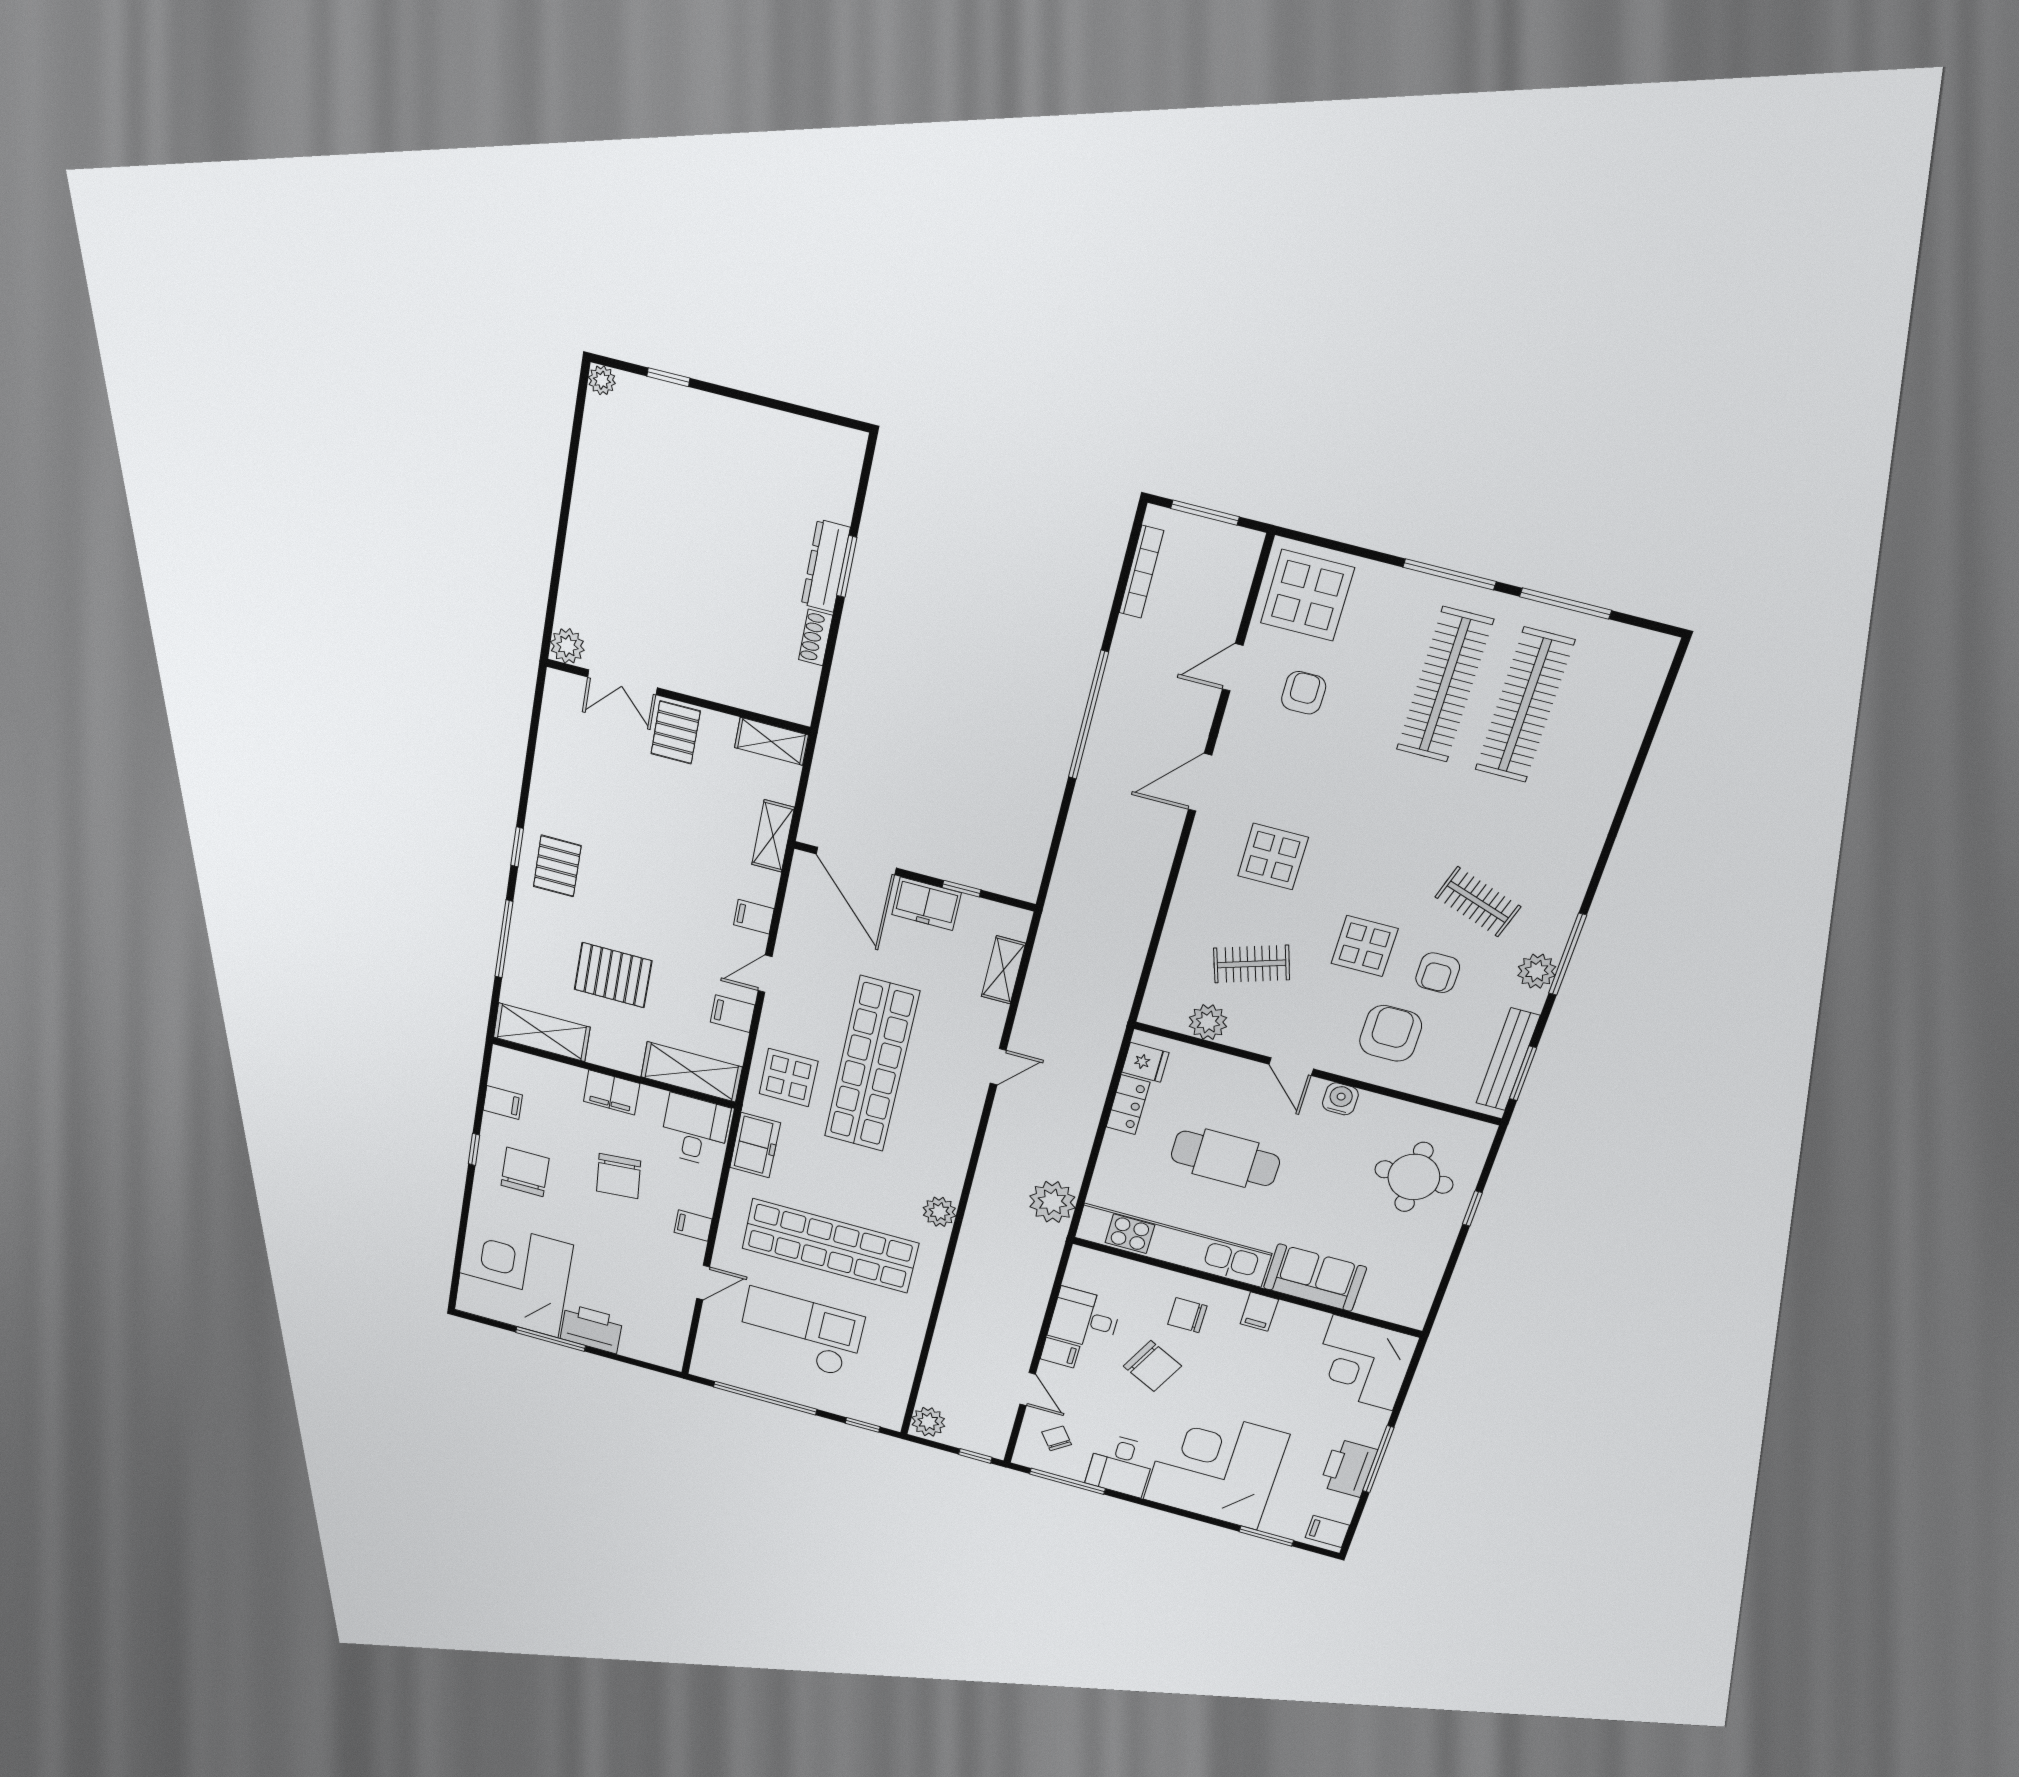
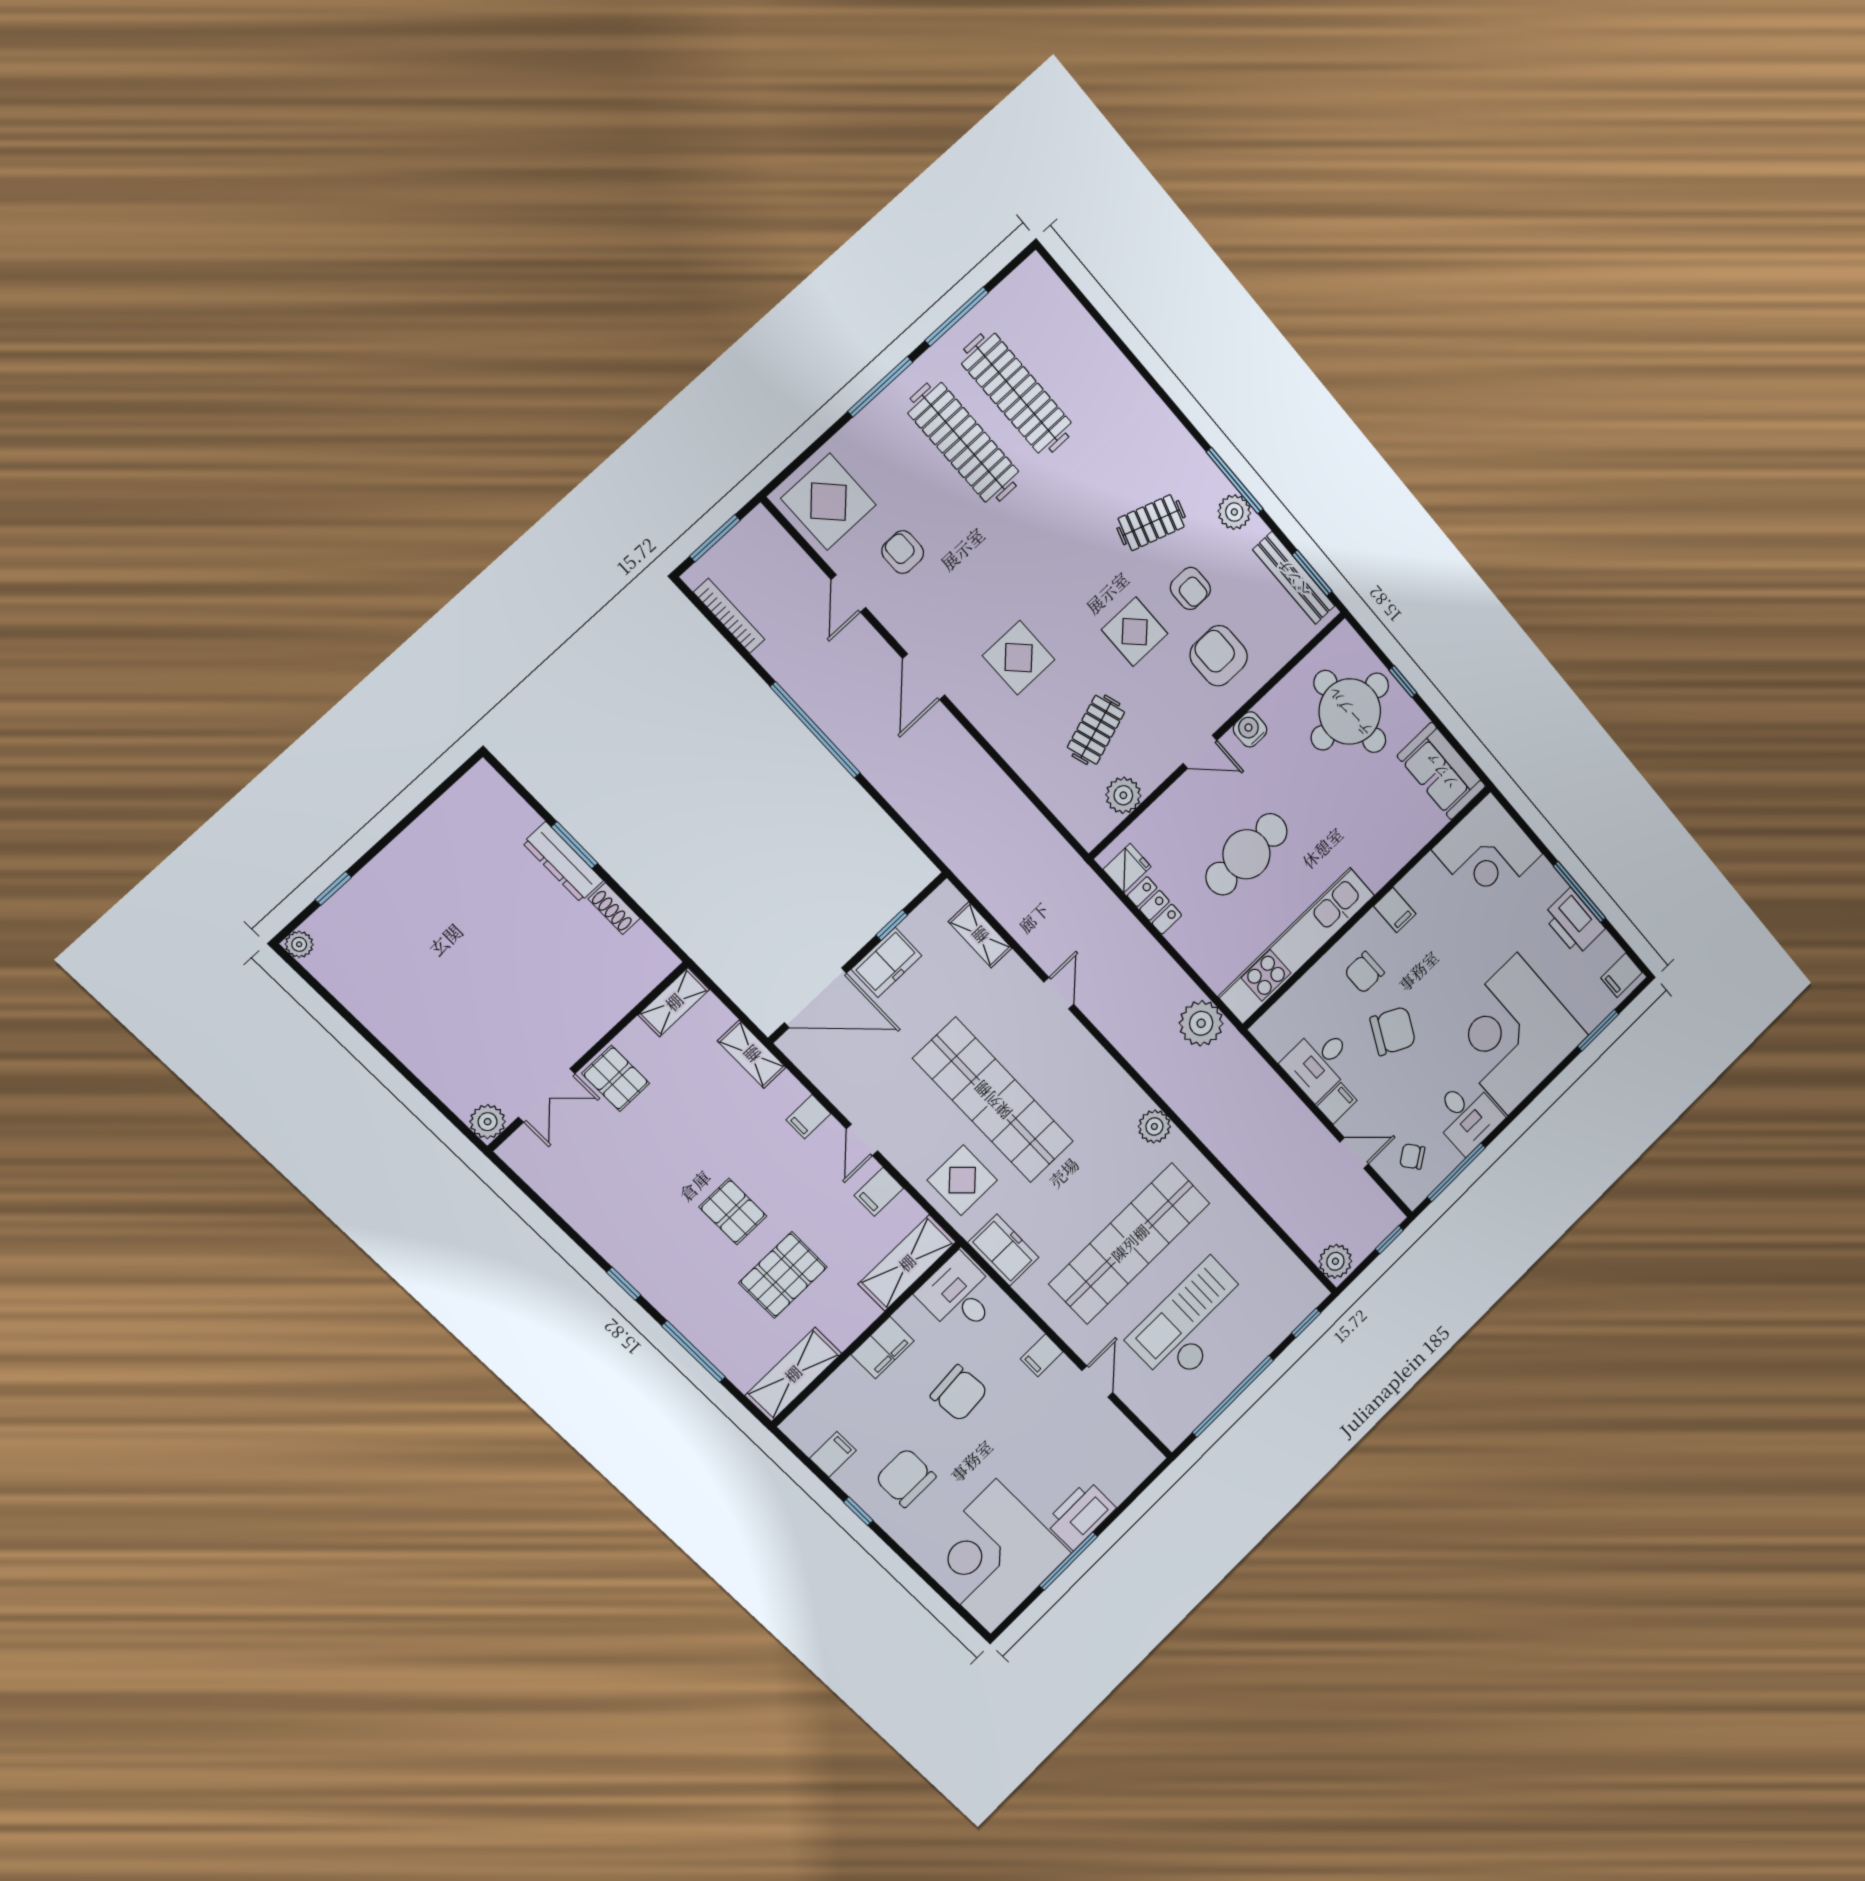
pallet: (557, 866) -> (733, 1211), moved
round table: (1414, 1177) -> (1350, 712), width x1.36, depth x1.36
sofa: (1315, 1278) -> (1441, 771), moved, turned -90

